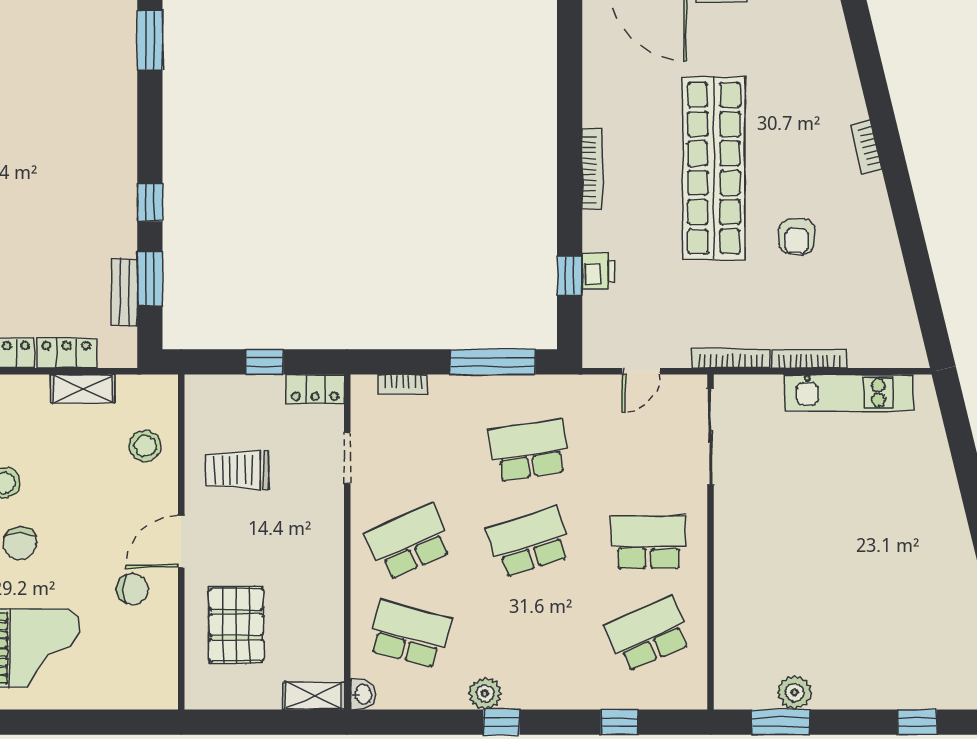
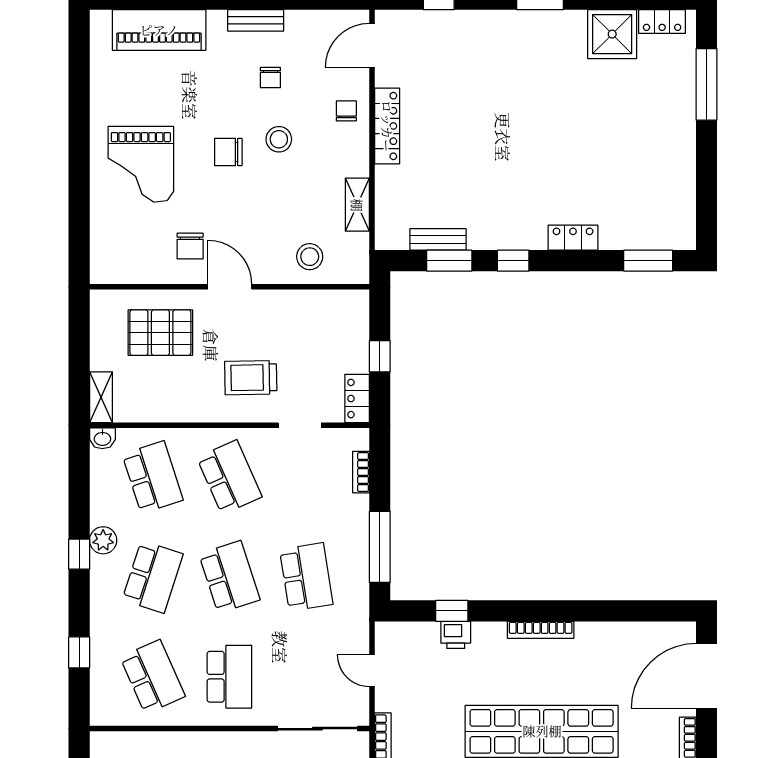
locker: (66, 353) -> (573, 238), moved, turned -90
trolley: (238, 470) -> (251, 378), moved, turned -91
school desk: (409, 634) -> (153, 477), turned -33
school desk: (529, 634) -> (153, 577), added

